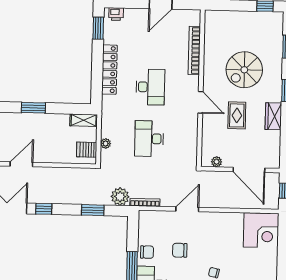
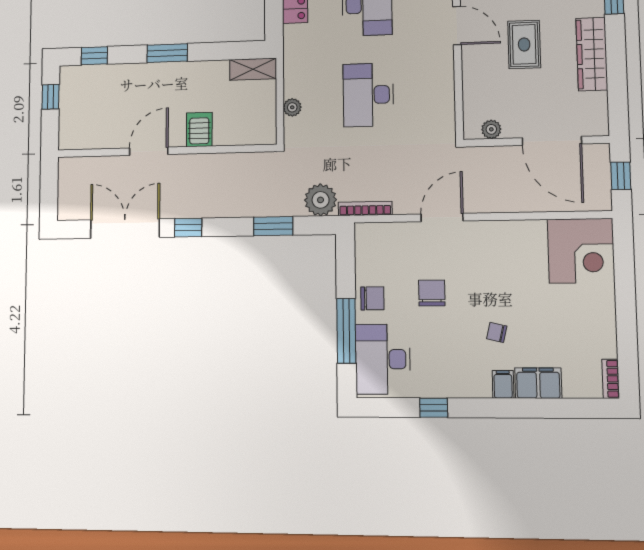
wardrobe: (273, 116) -> (592, 54), width x1.50
server rack: (87, 150) -> (199, 129), moved, turned 90
chair: (180, 250) -> (432, 293), turned 90

